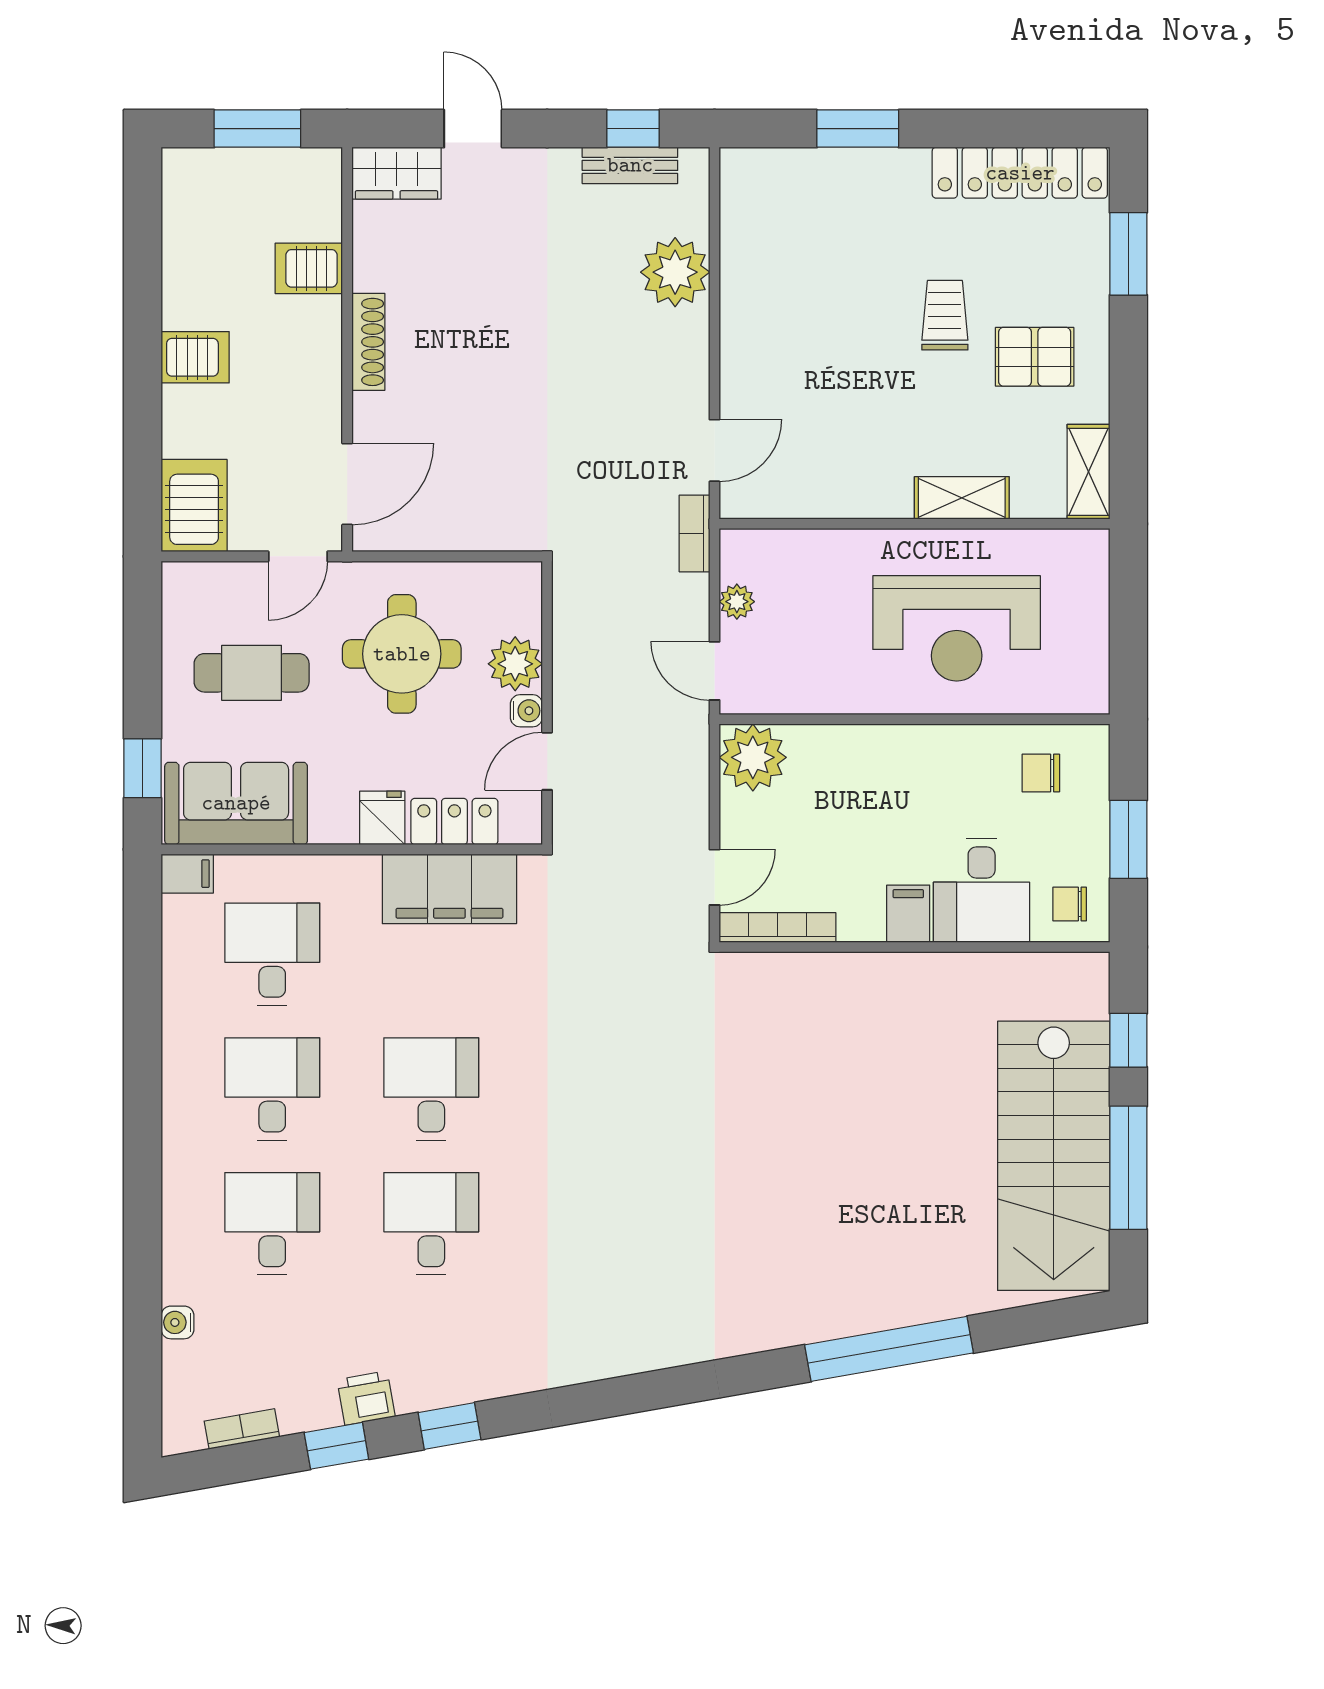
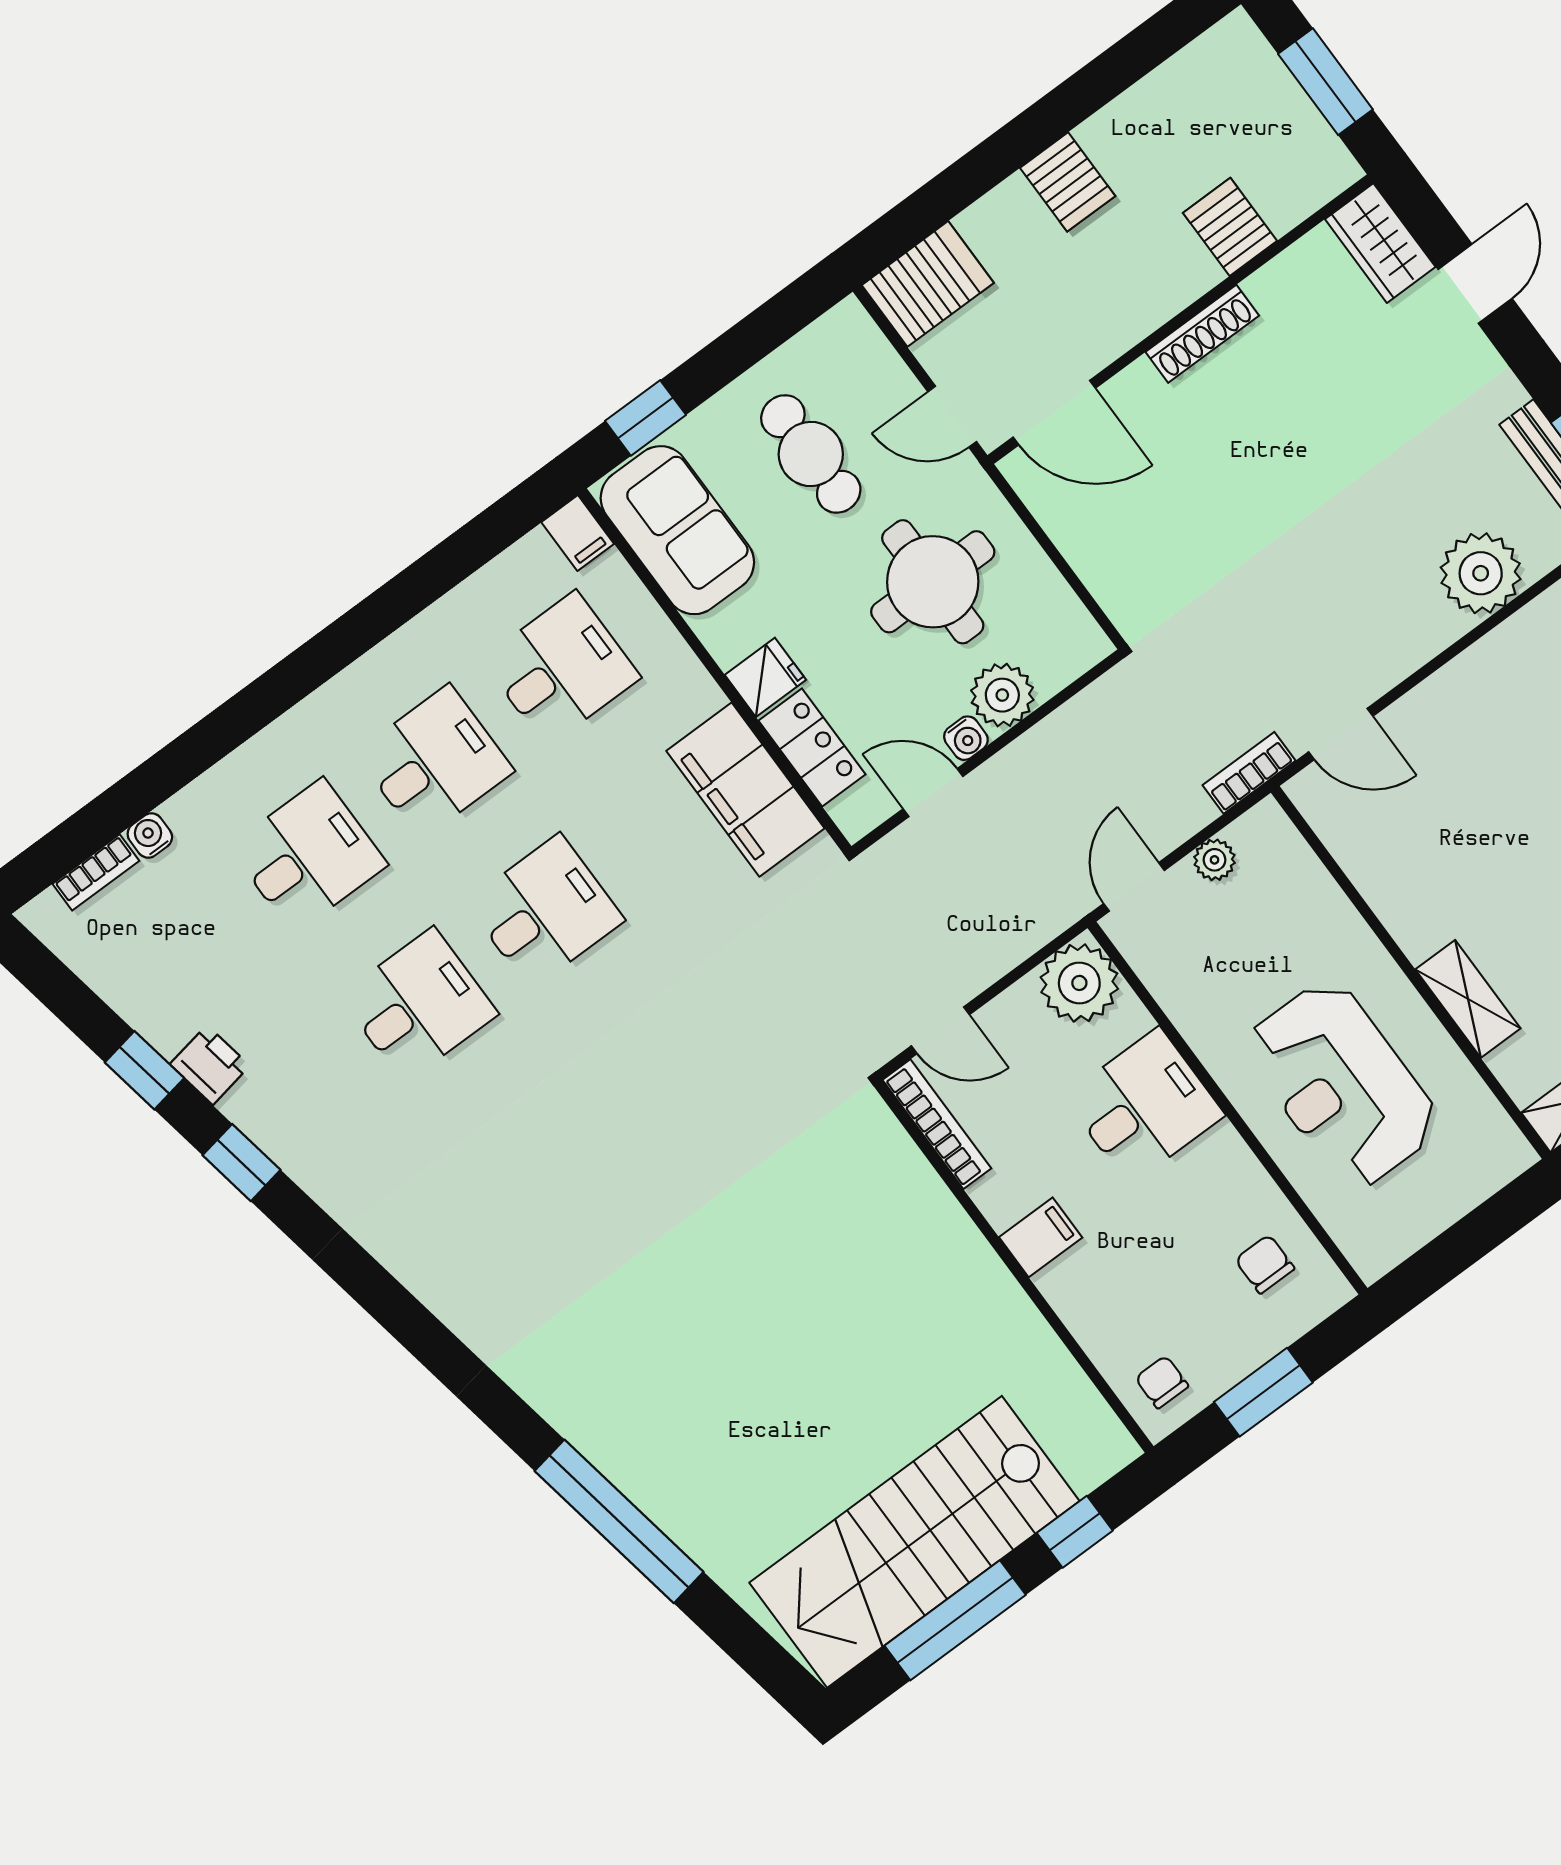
desk: (982, 891) -> (1144, 1106), moved, turned 180
bookcase: (242, 1429) -> (96, 872), moved, turned 100

